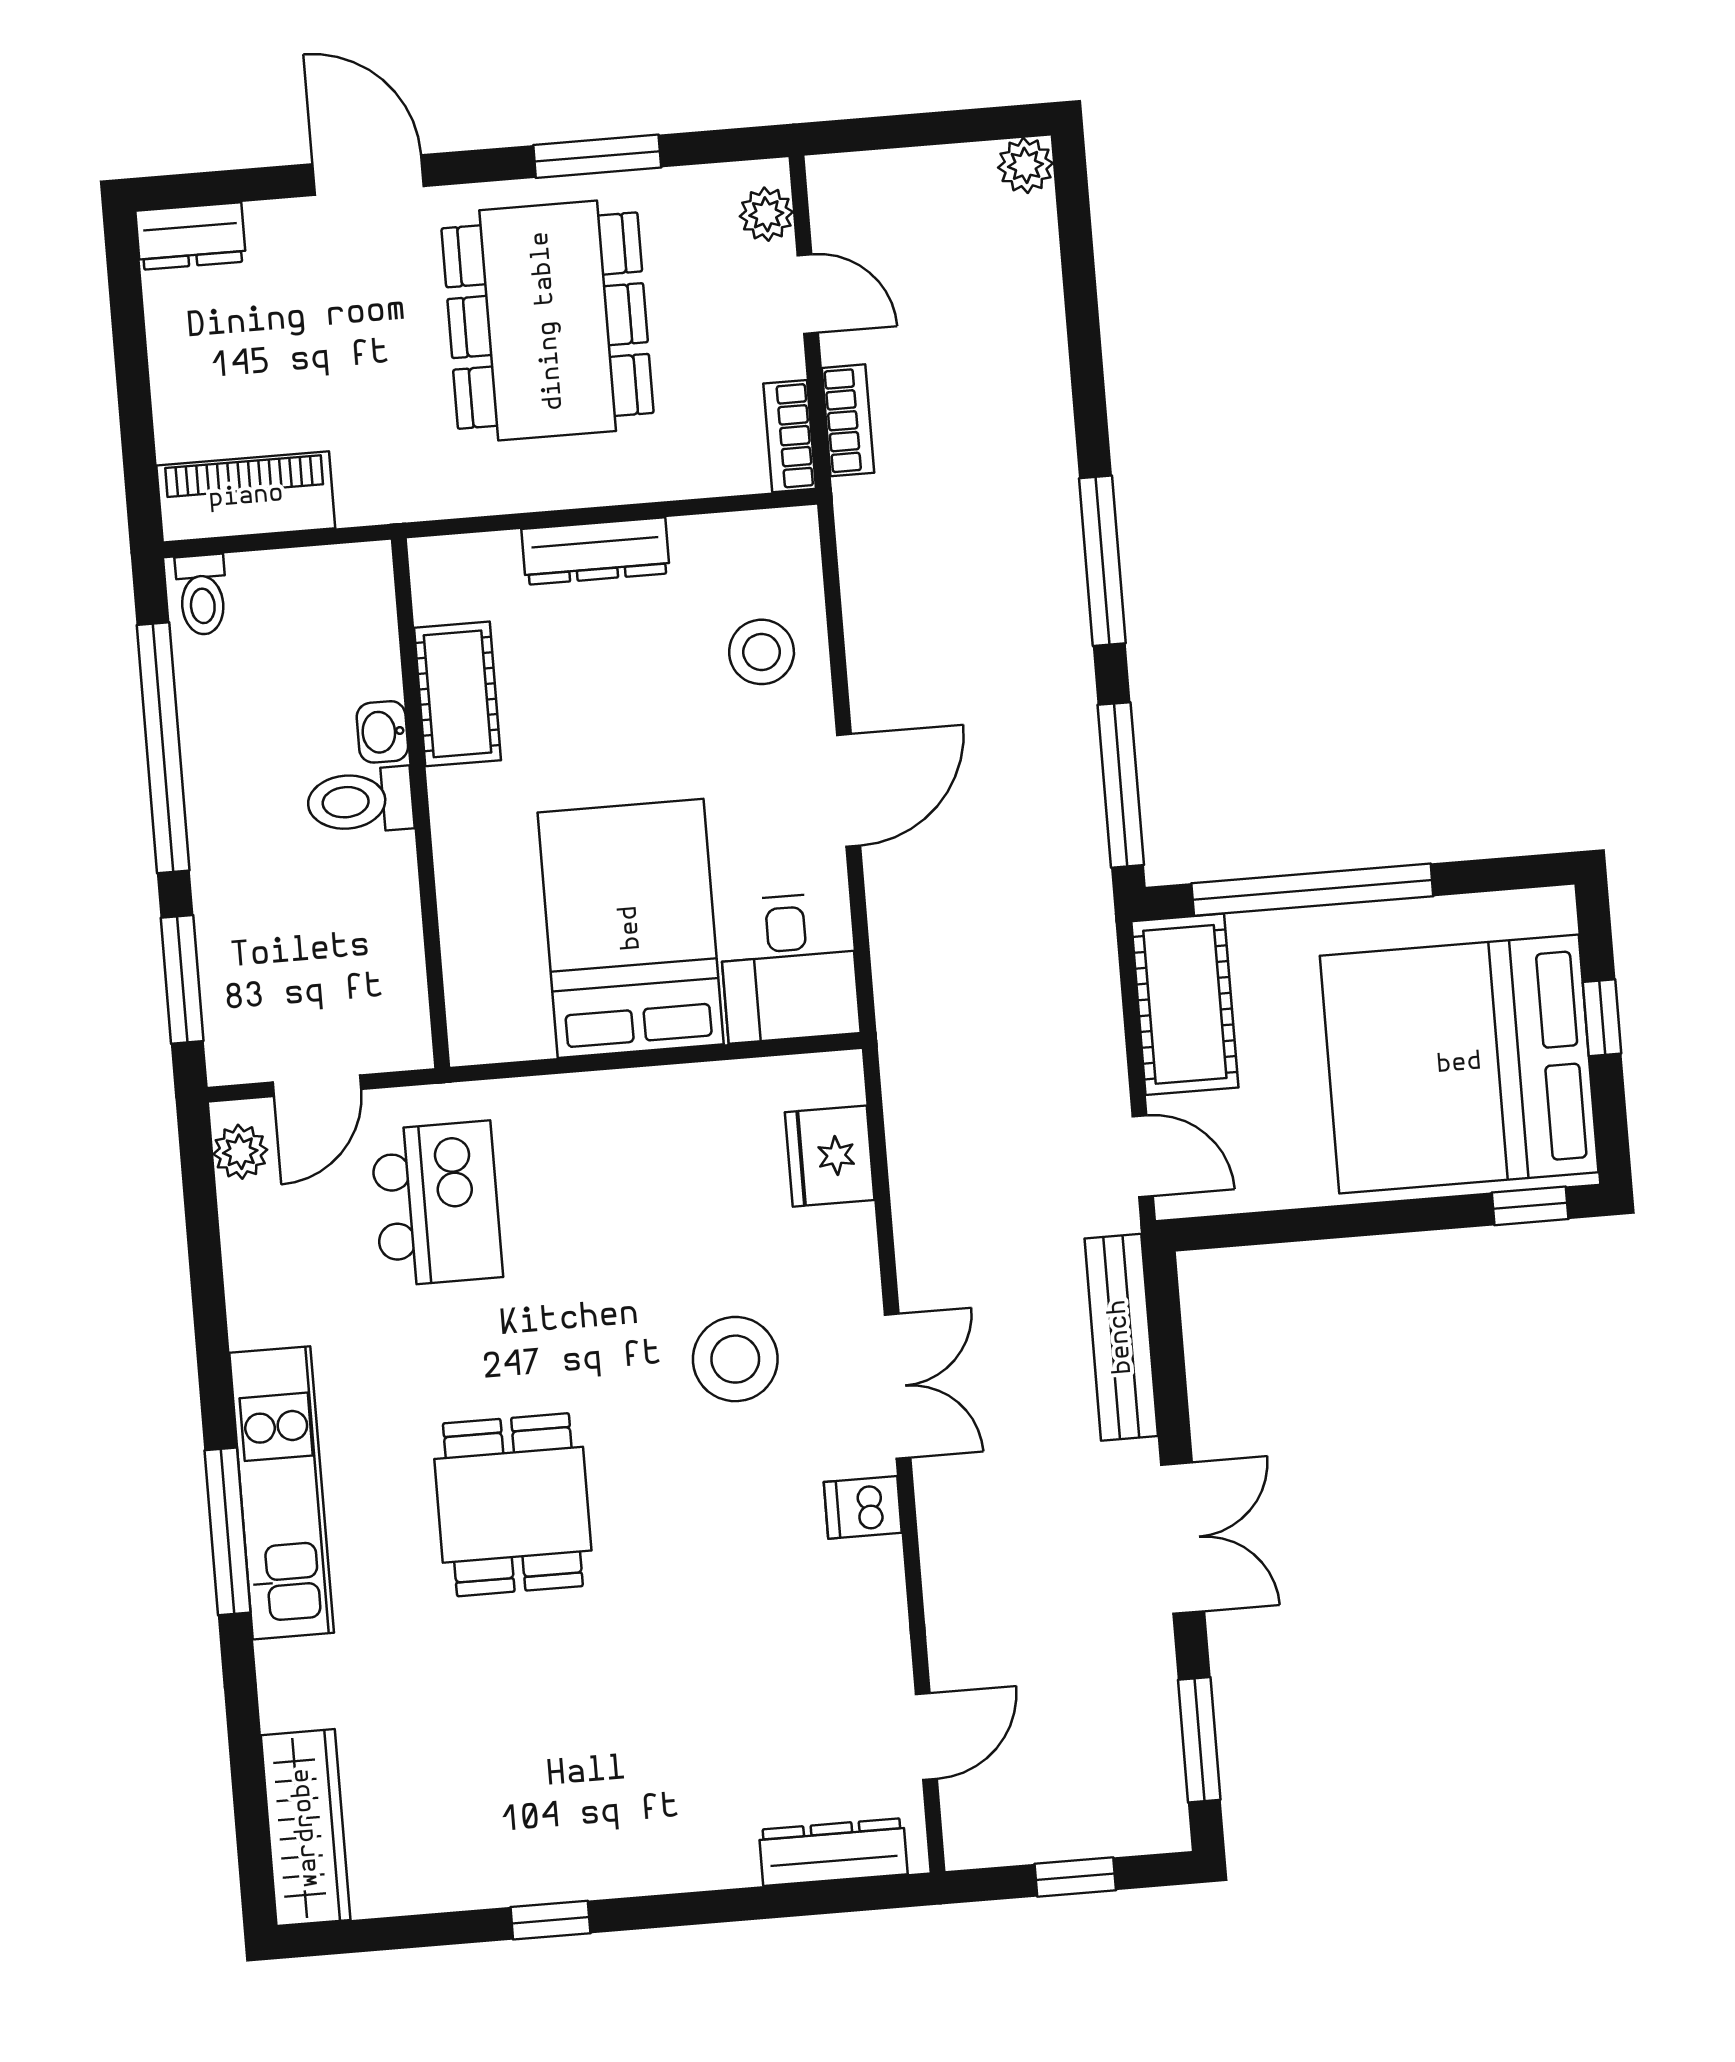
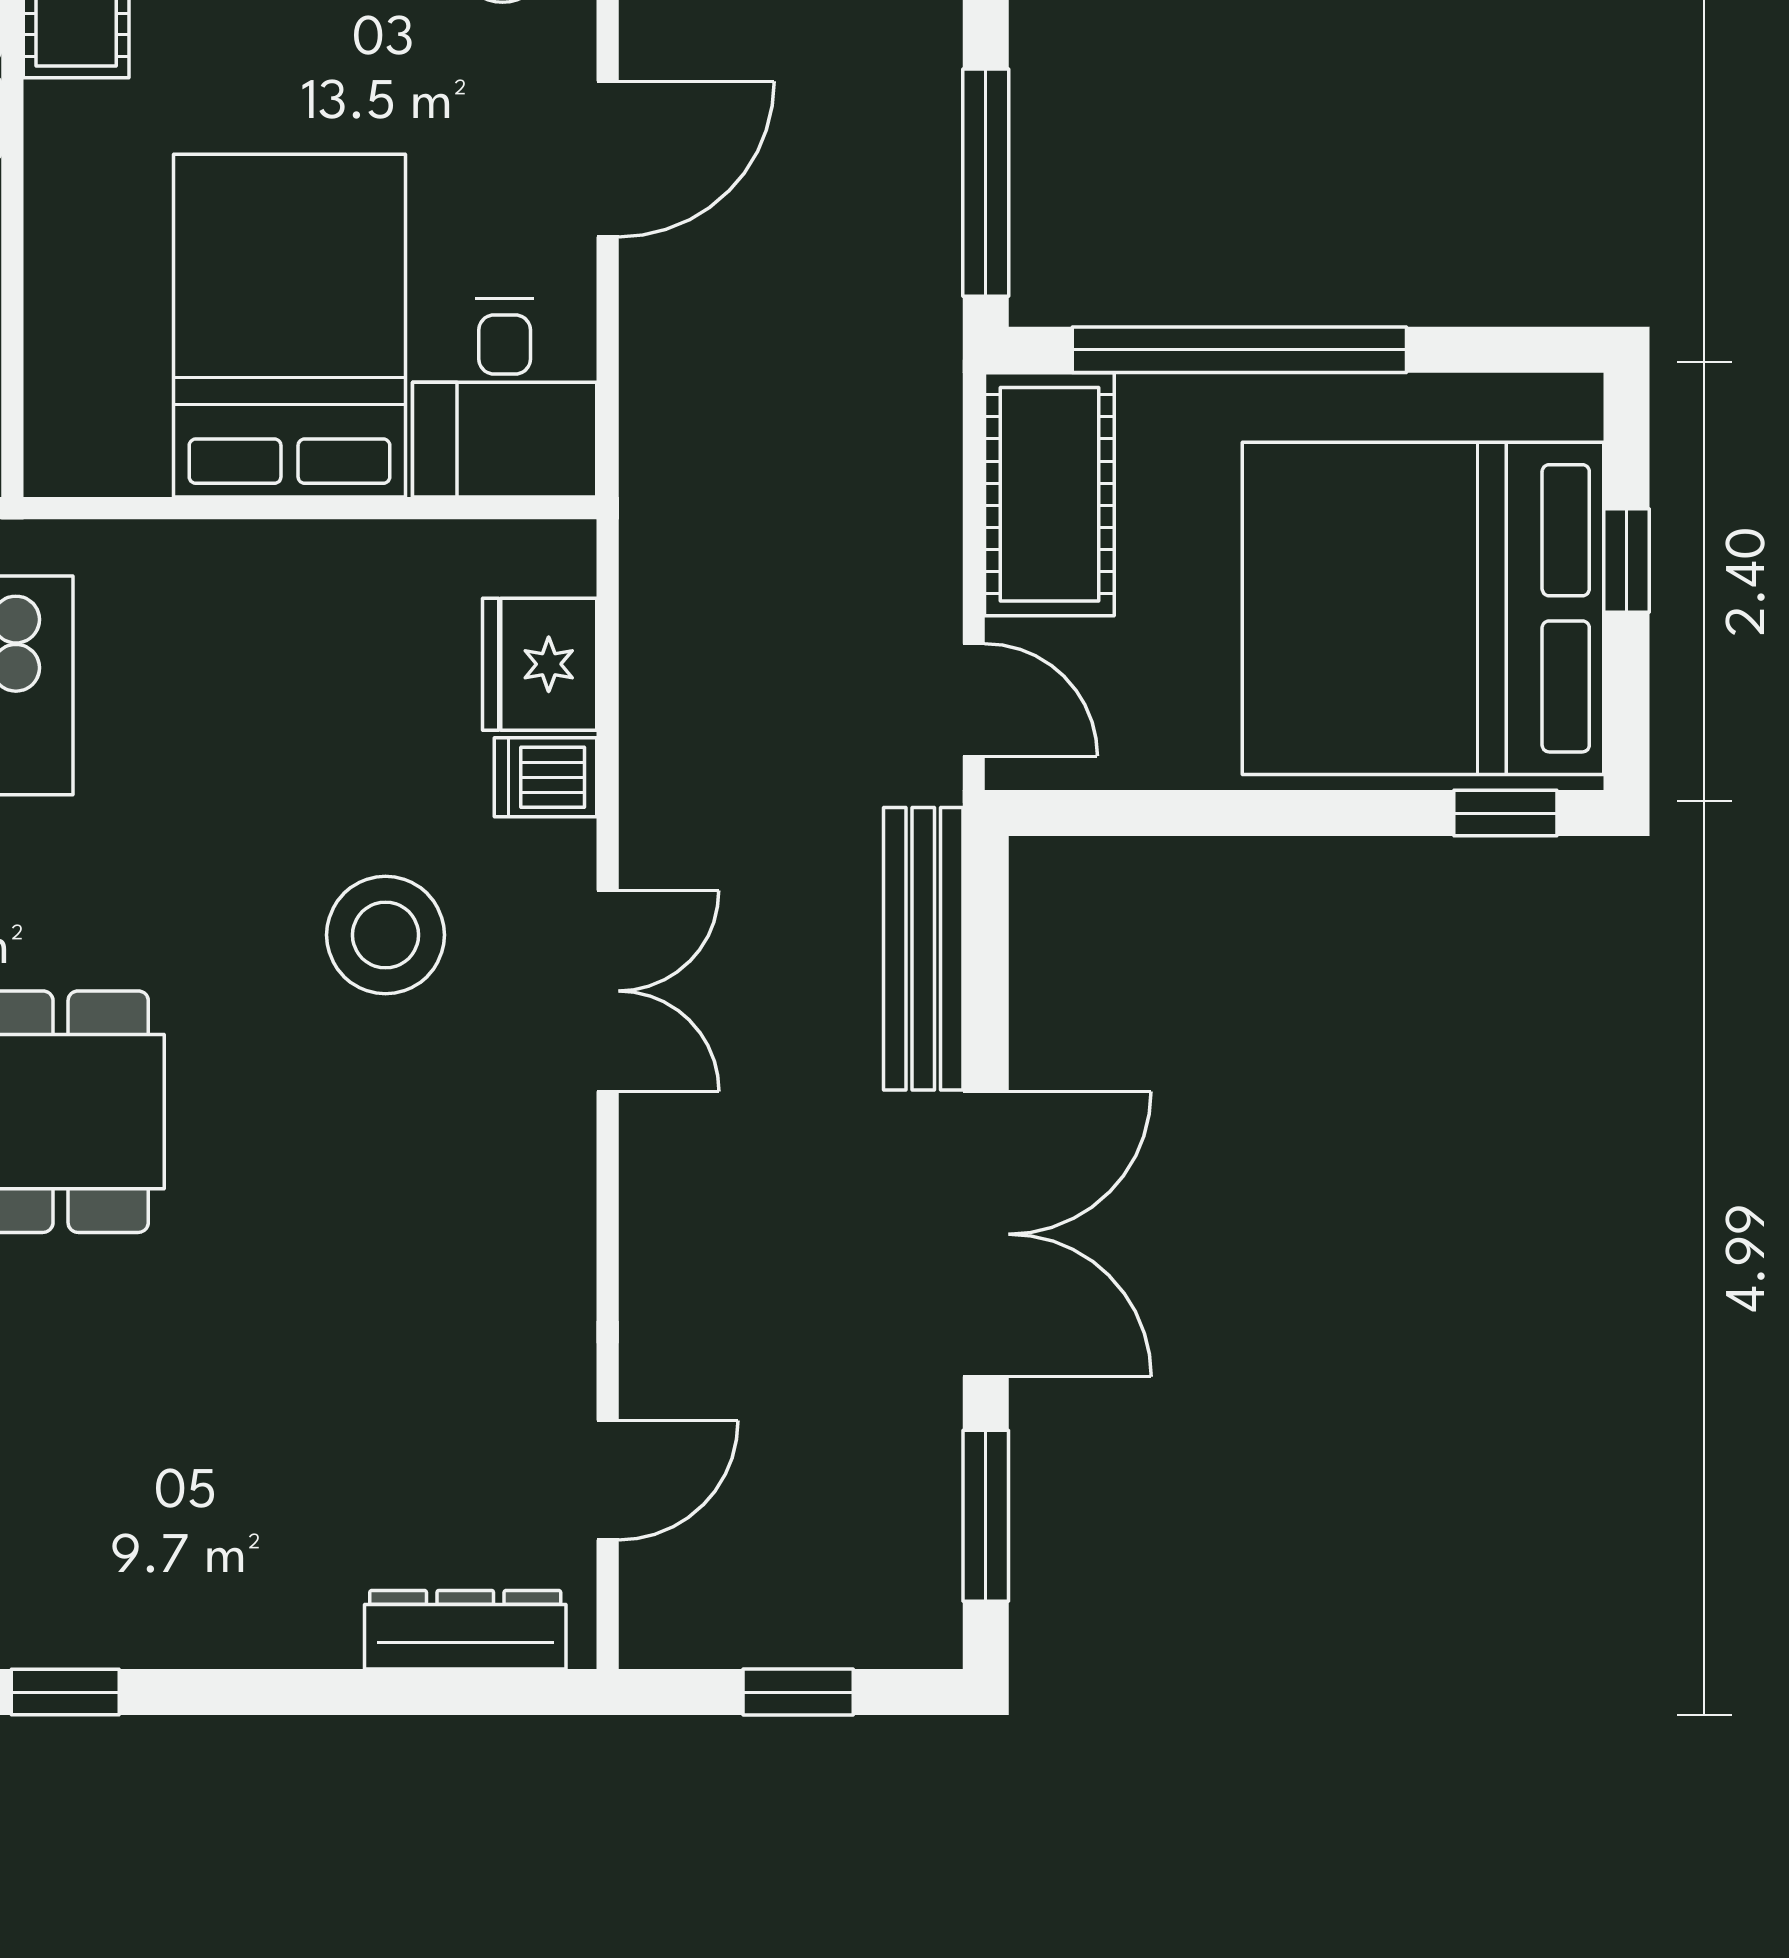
dishwasher: (863, 1507) -> (545, 777), moved
double door: (1183, 1538) -> (986, 1234), width x1.37

